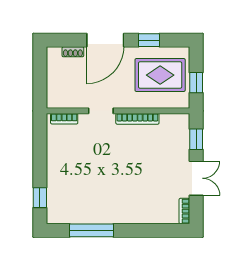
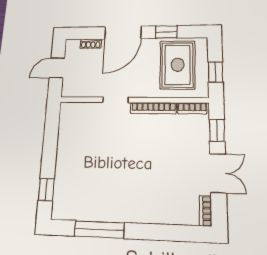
rug: (160, 75) -> (178, 65), turned 90
door: (40, 78) -> (57, 68), added
bookcase: (64, 119) -> (192, 108), moved

